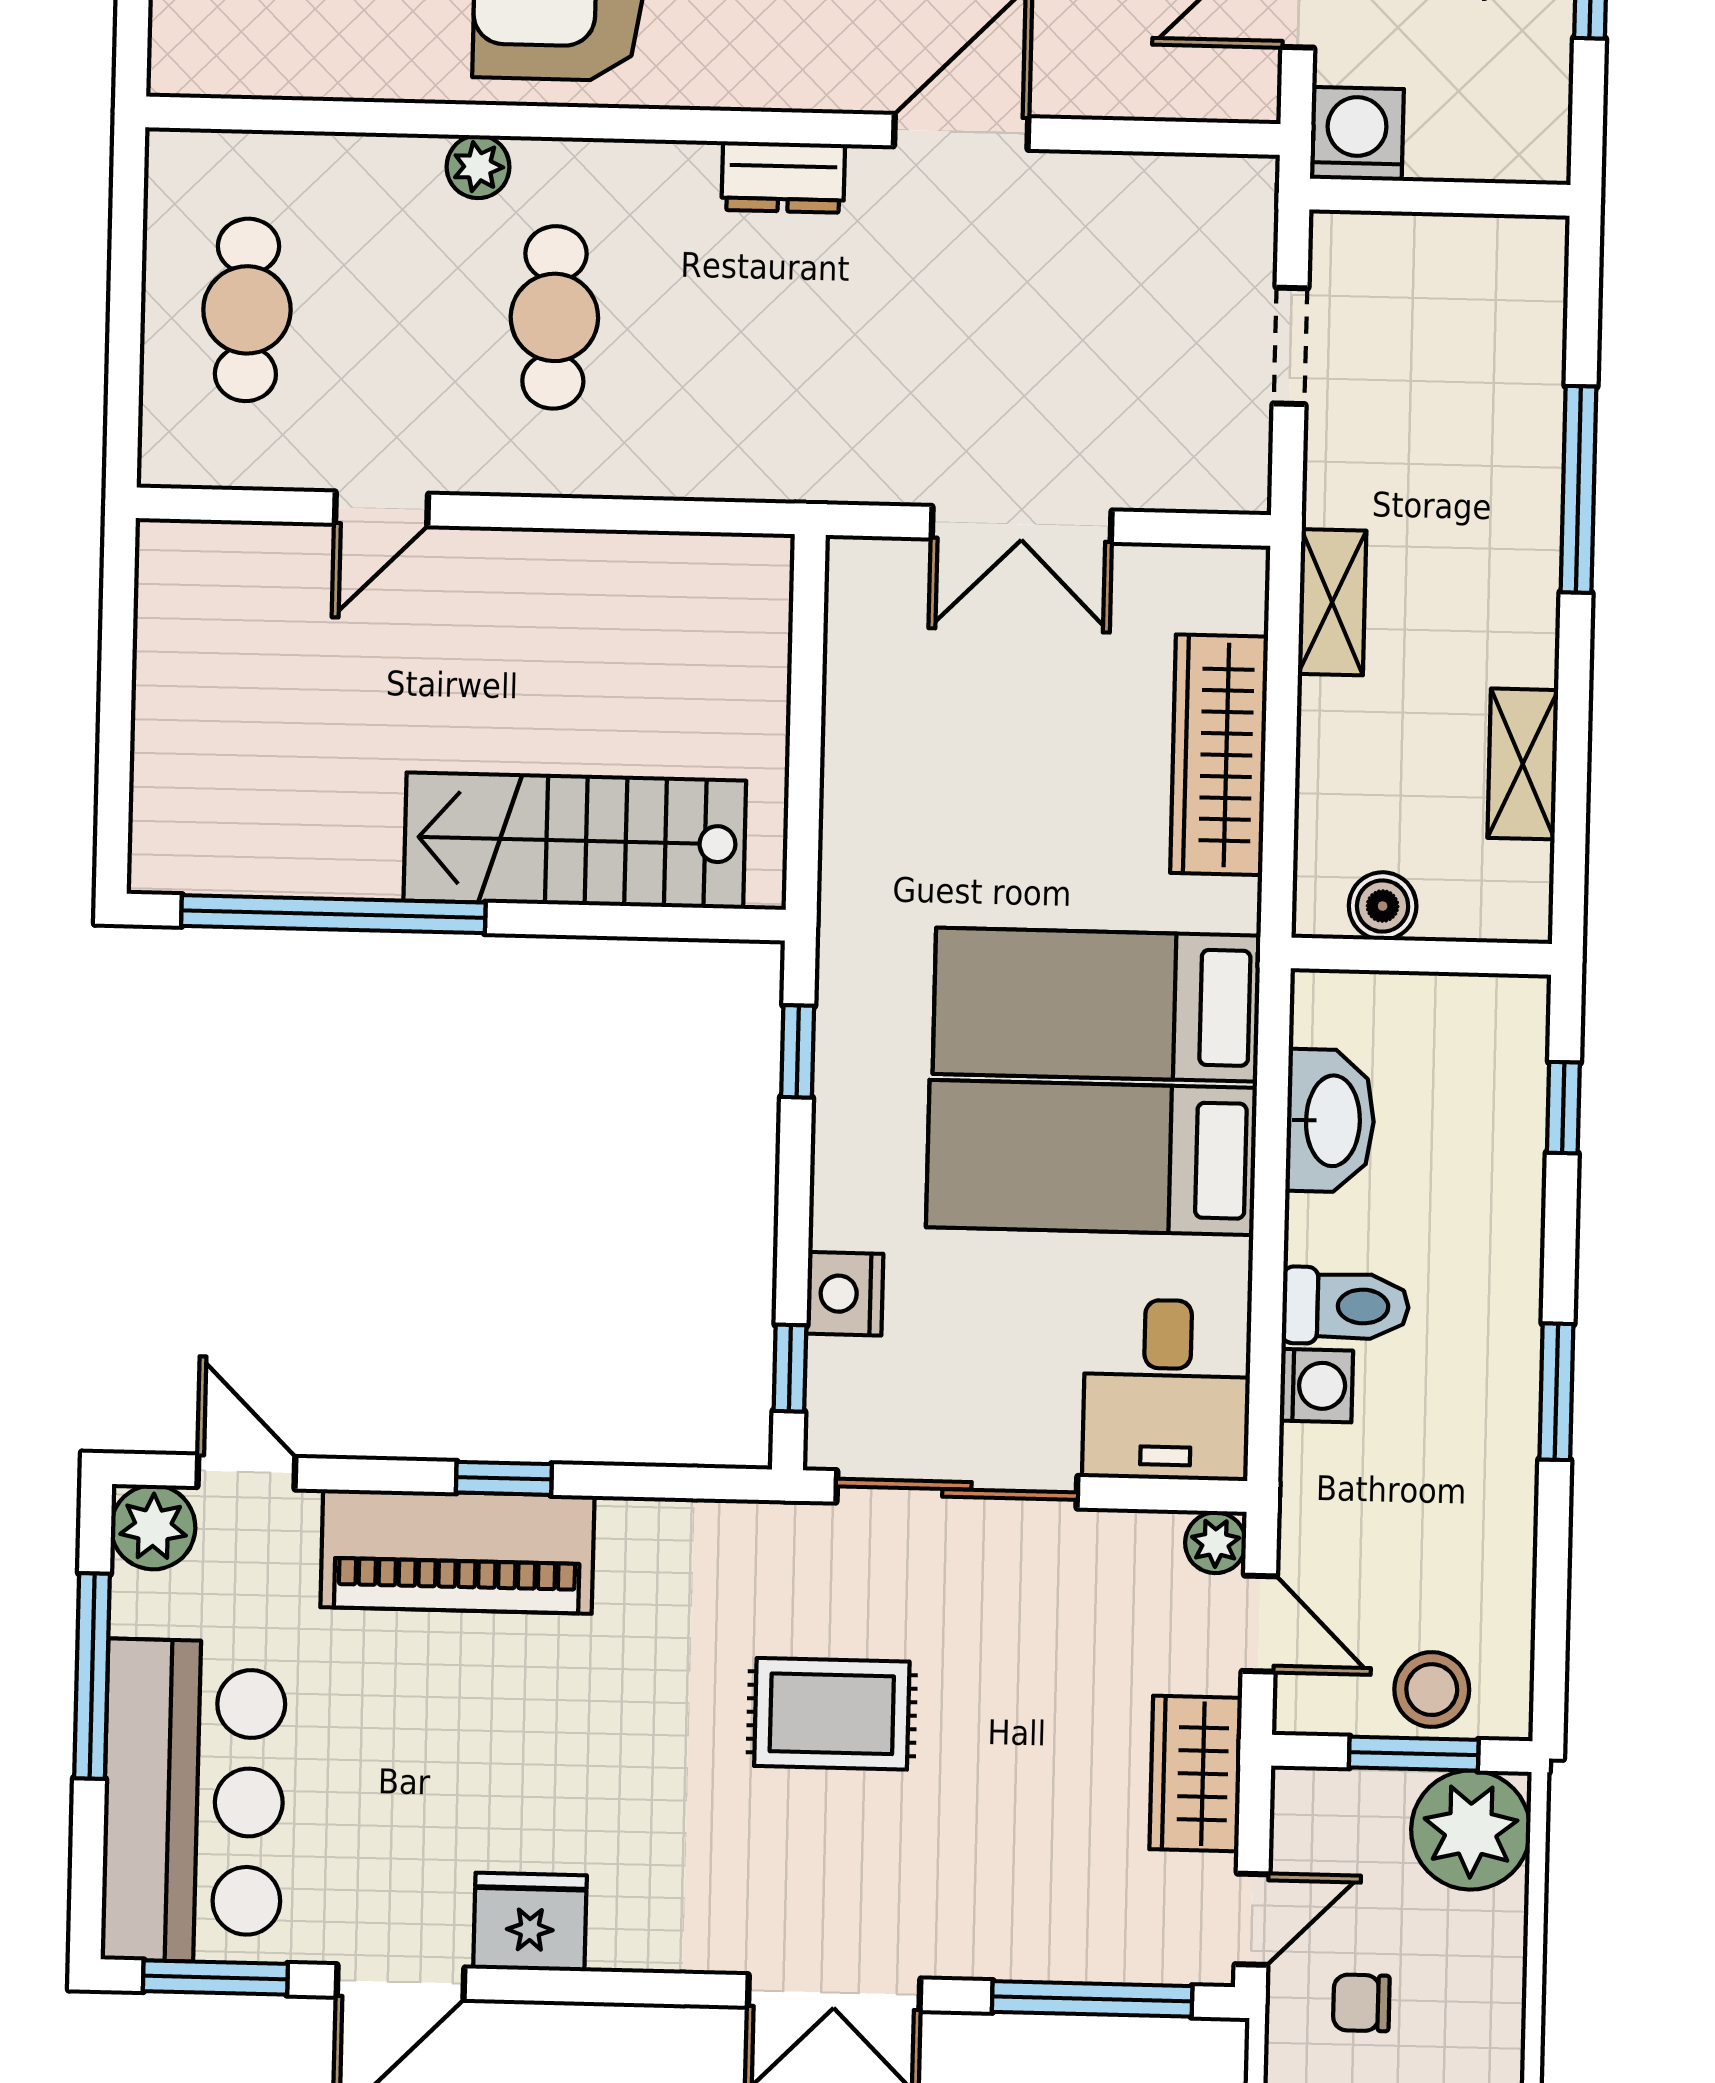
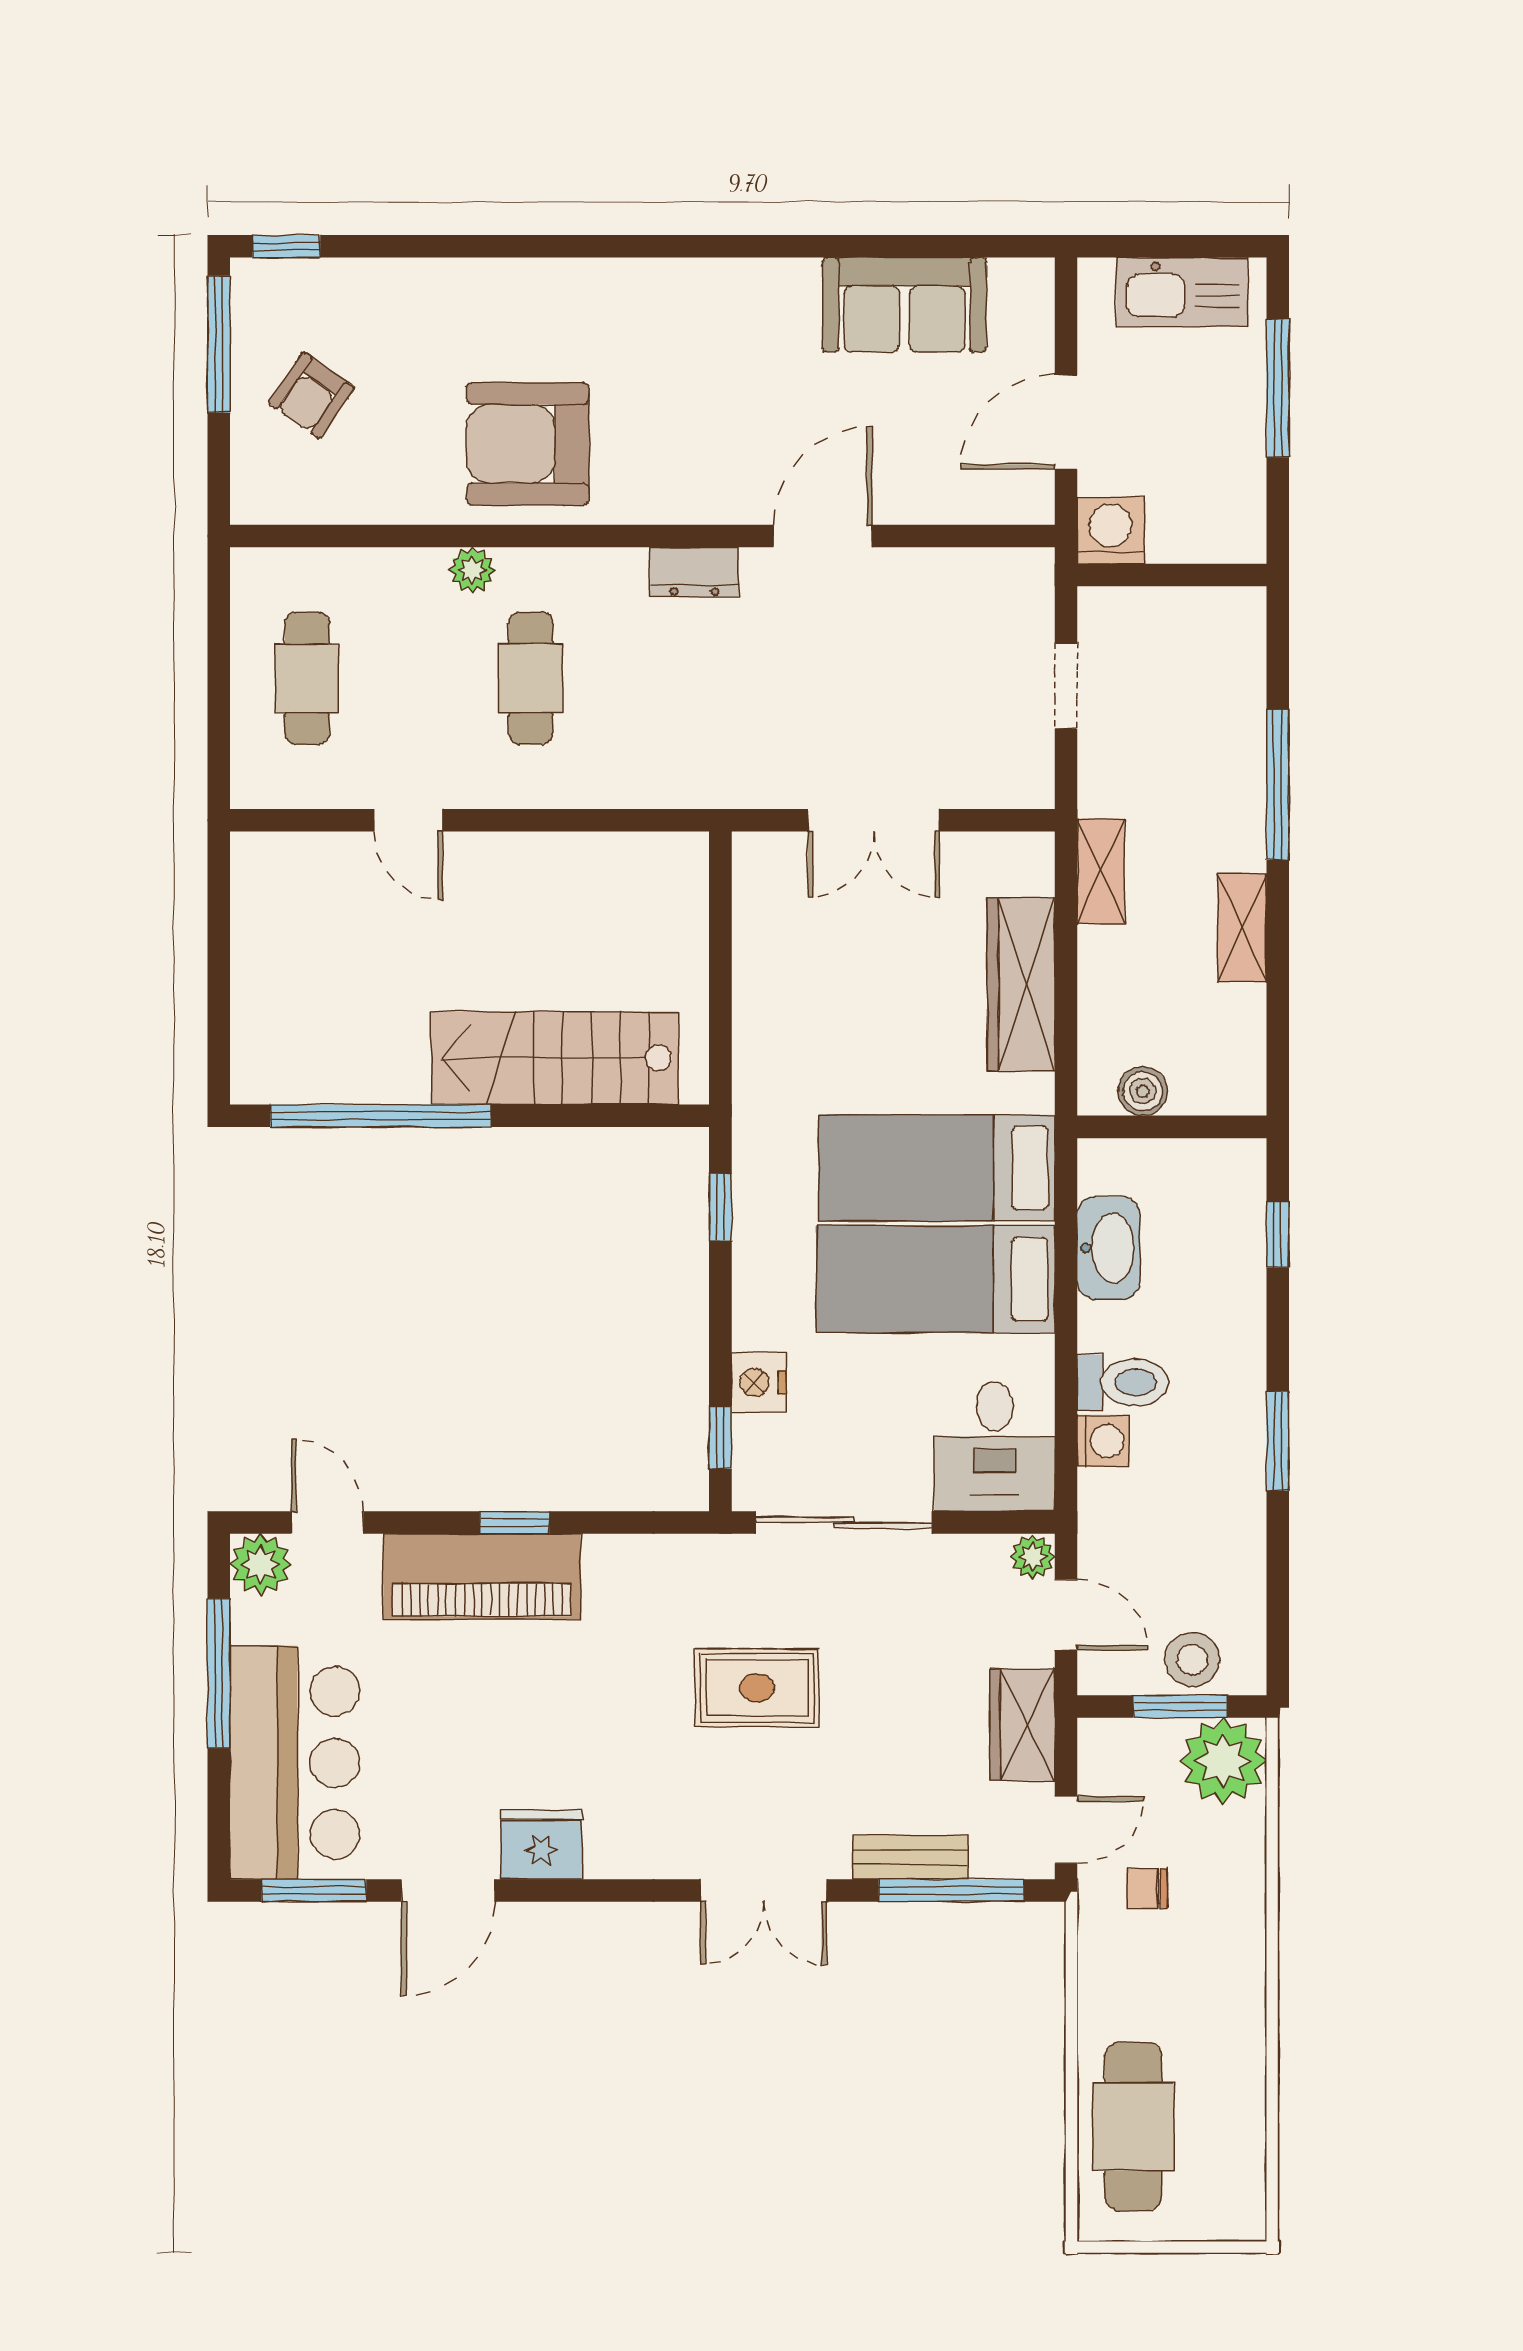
door: (382, 509) -> (408, 820), hinge flipped
shelving: (1523, 764) -> (1242, 928), moved
bench: (1037, 1952) -> (910, 1857), added

